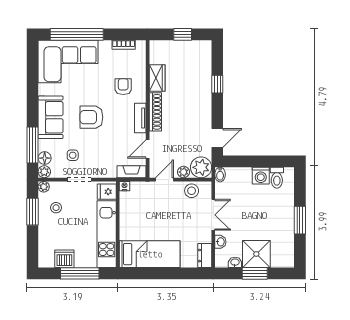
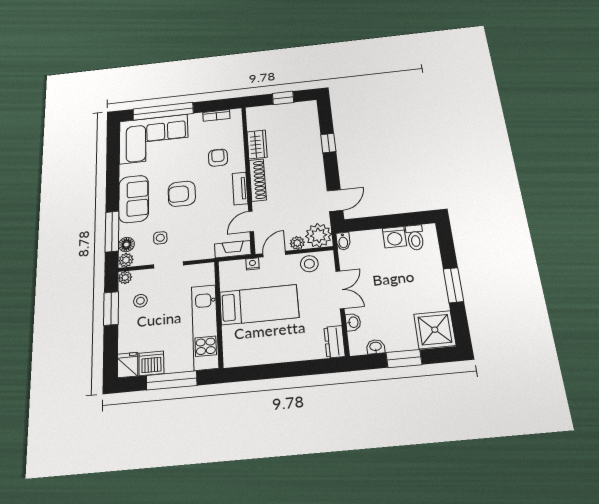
nightstand: (124, 186) -> (252, 264), moved
fridge: (107, 192) -> (128, 365), moved, turned 90
bed: (150, 254) -> (259, 305), moved
shower: (256, 254) -> (435, 330), moved

